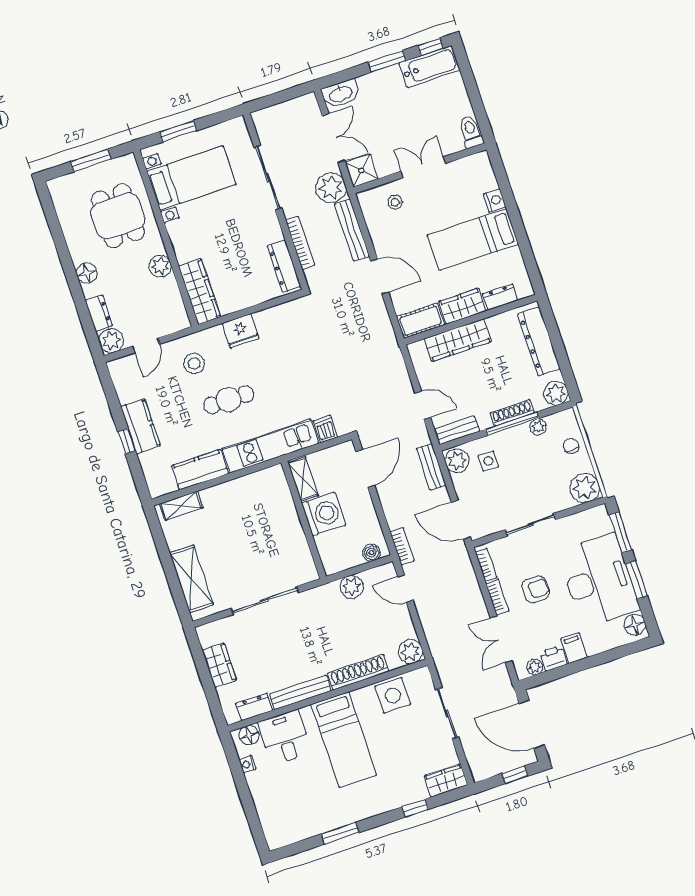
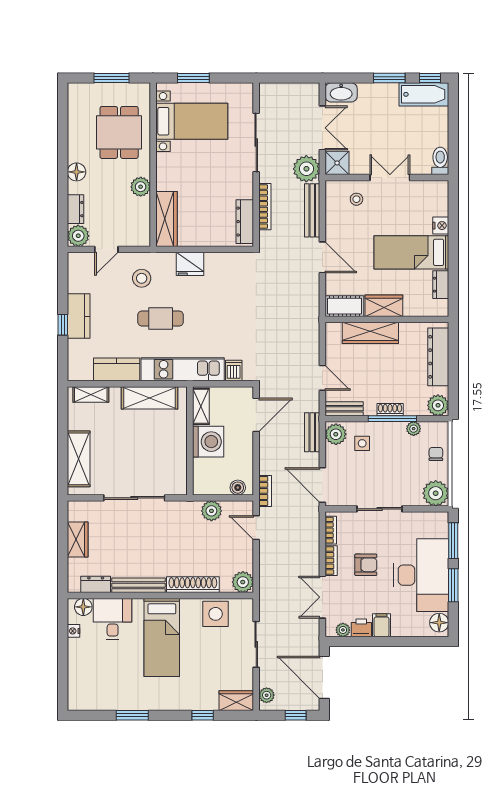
dresser: (500, 297) -> (441, 285), moved, turned -90
shoe rack: (512, 413) -> (390, 410), width x0.70
shelving: (245, 488) -> (149, 398), added
plant: (476, 764) -> (267, 695), added

